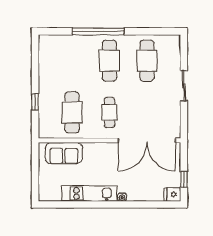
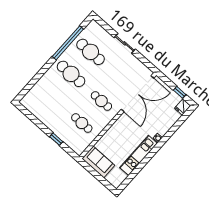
window: (98, 31) -> (68, 43), moved
cafe table: (72, 112) -> (82, 123), width x0.73, depth x0.74
sofa: (64, 153) -> (98, 162), moved, turned -90

